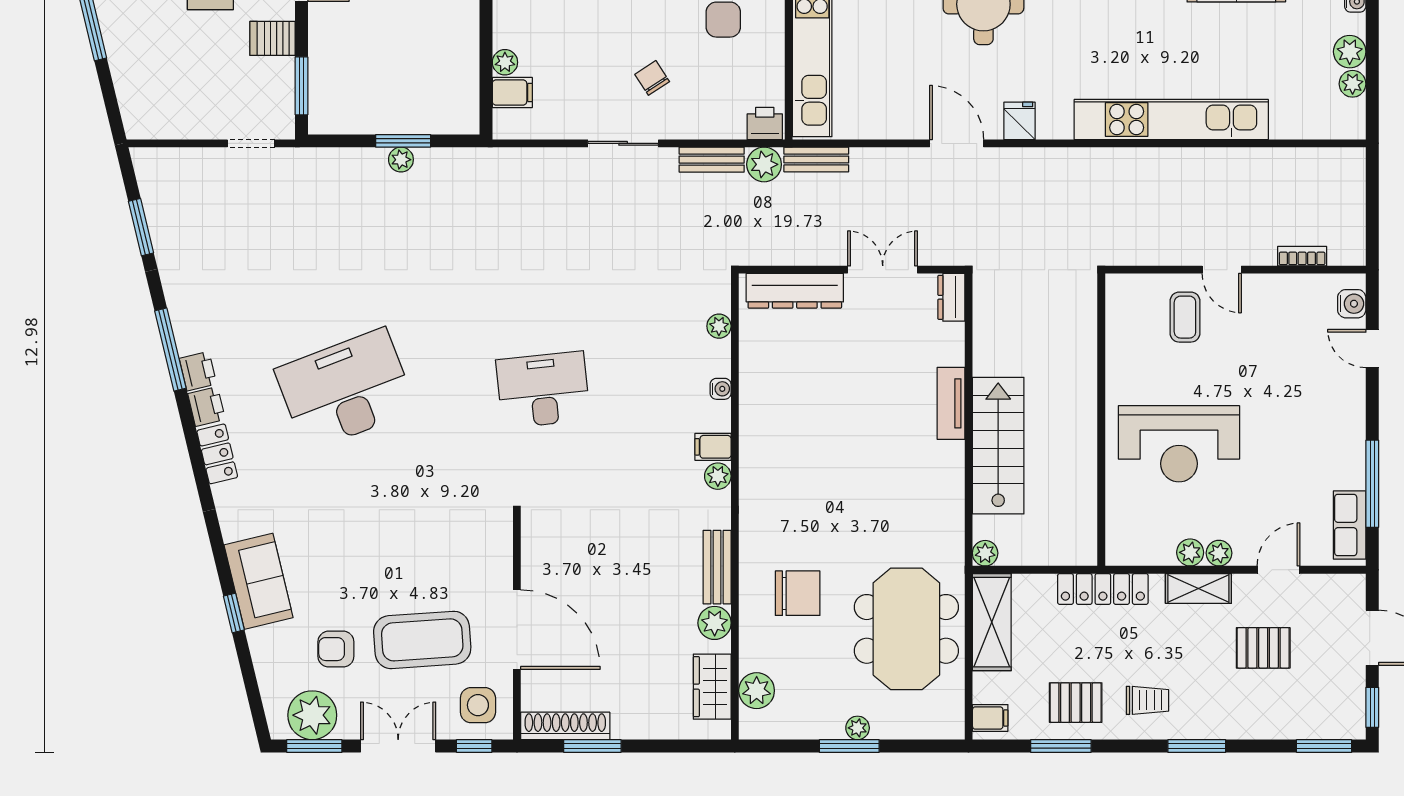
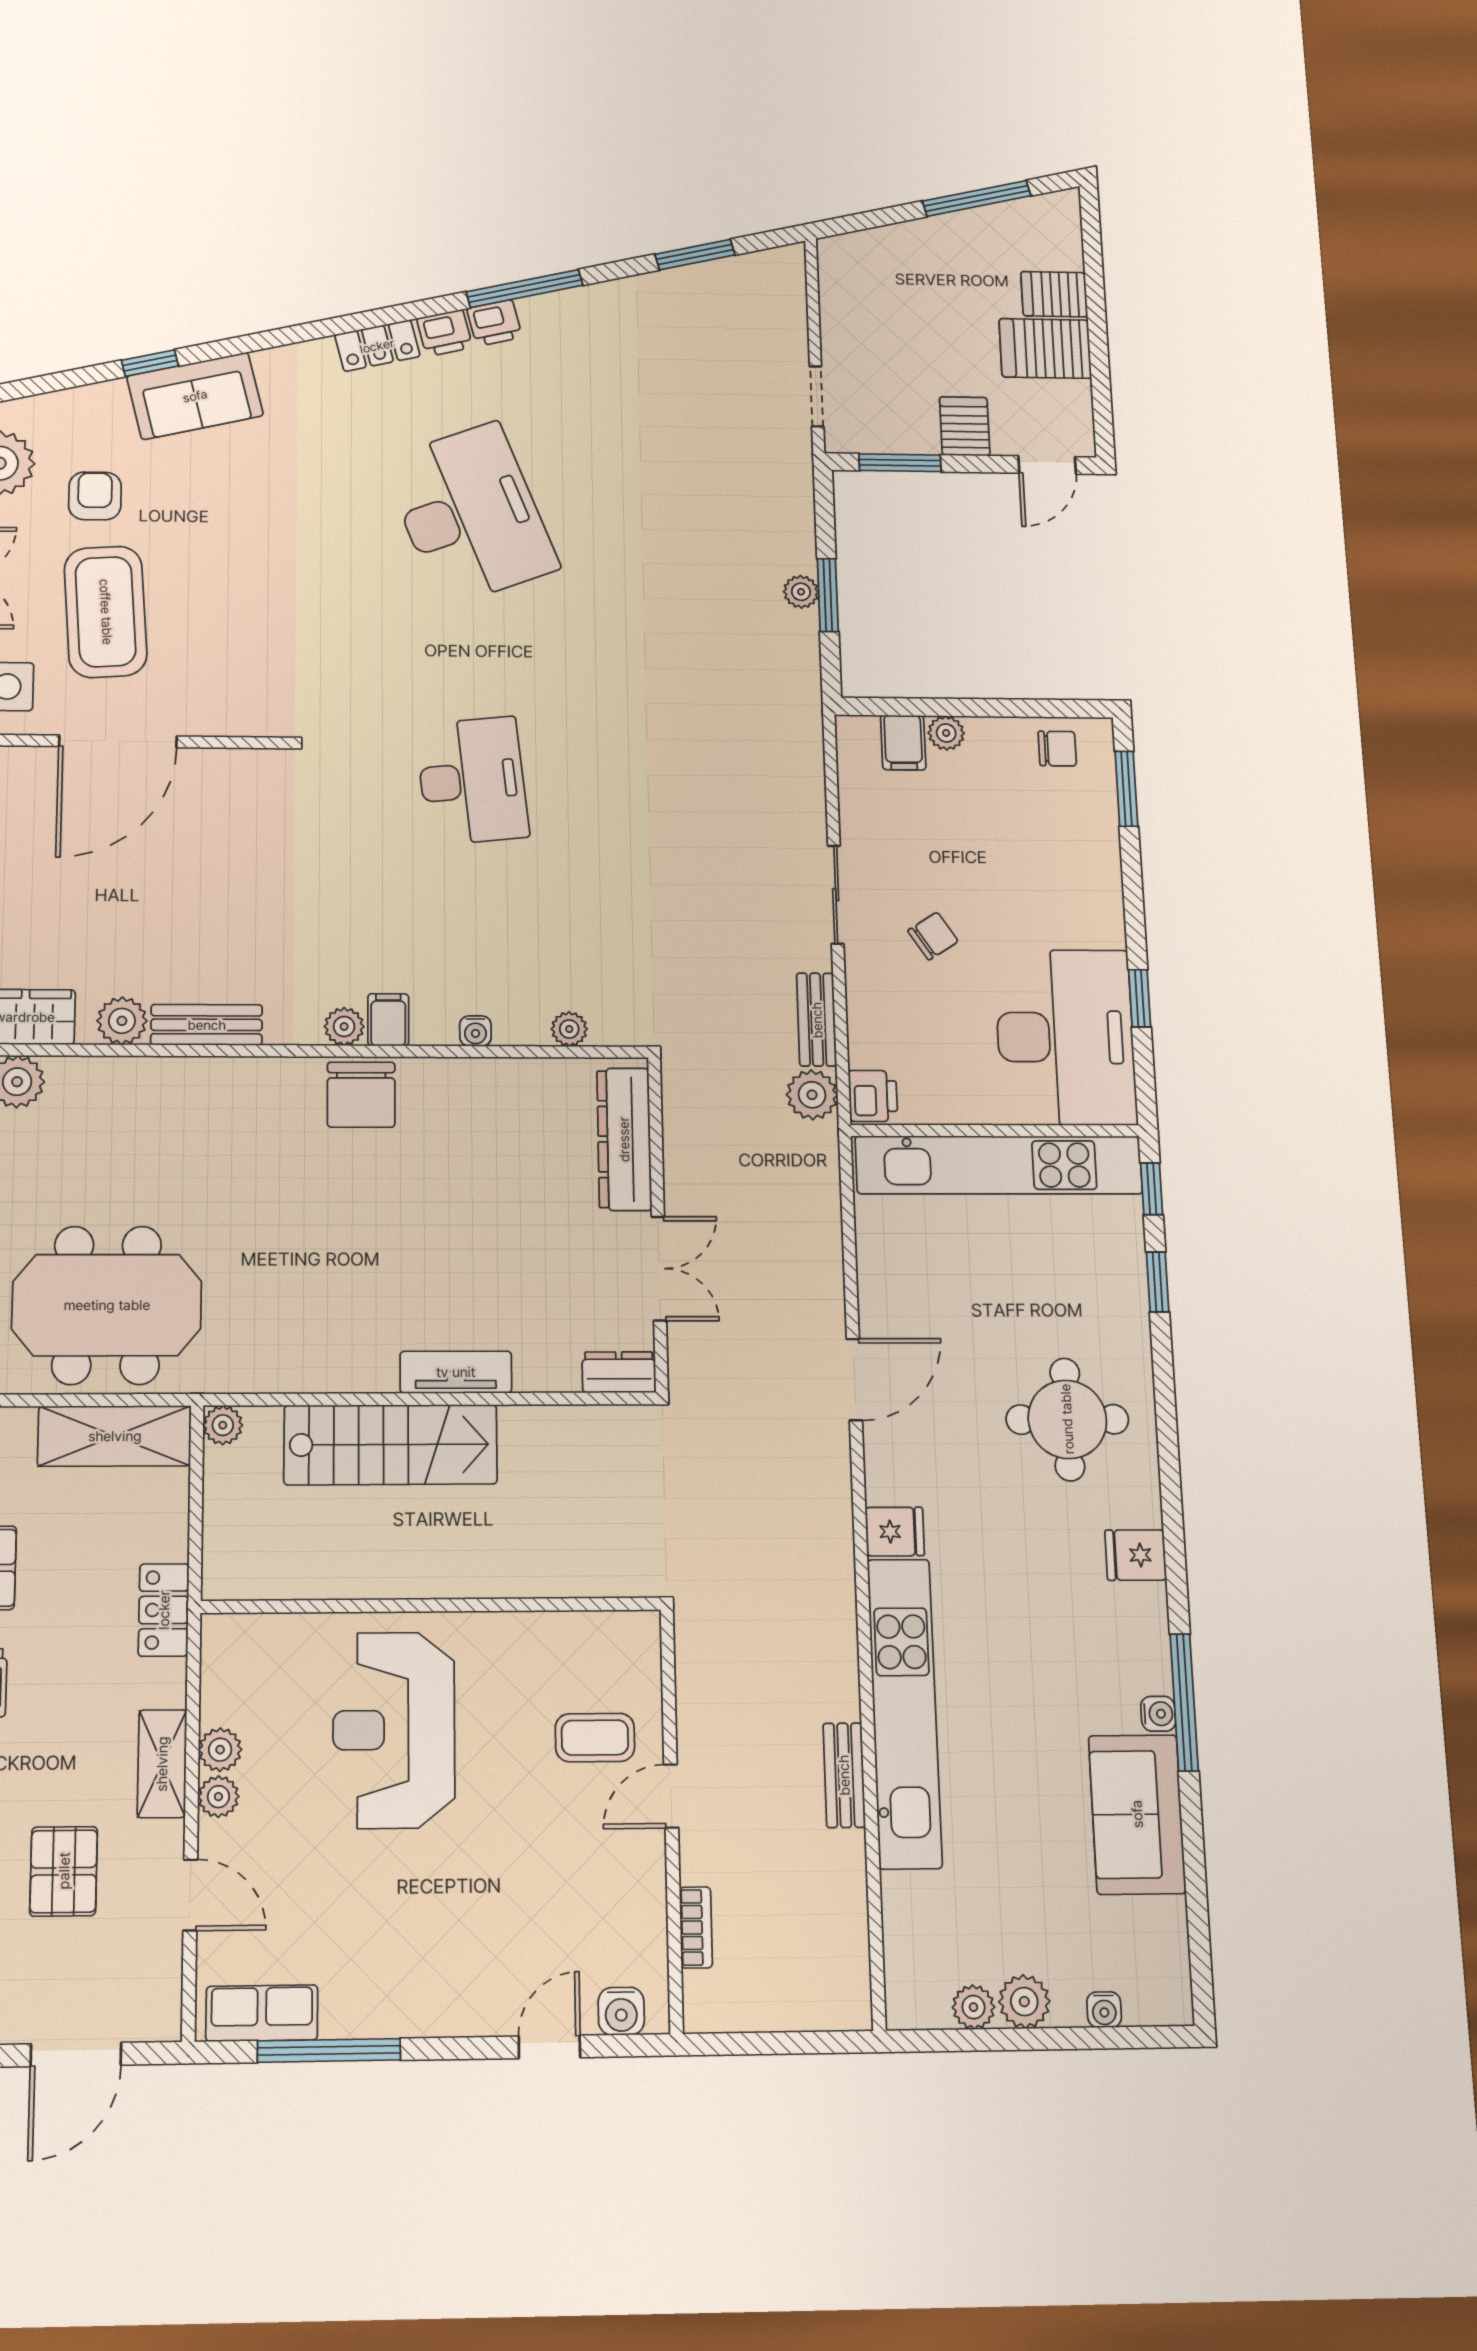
fridge: (1019, 121) -> (895, 1532), moved
bench: (816, 159) -> (844, 1775), moved
locker: (1103, 589) -> (164, 1610), width x0.66
chair: (798, 593) -> (361, 1095), moved

